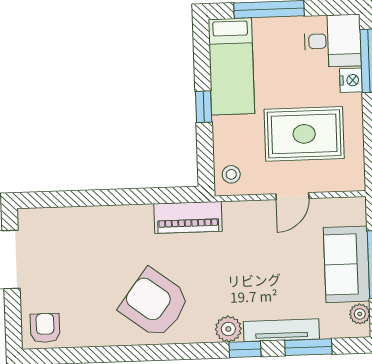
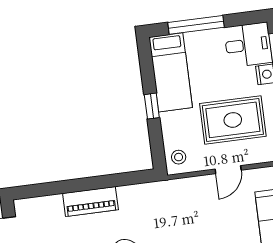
piano: (188, 217) -> (90, 202), moved

